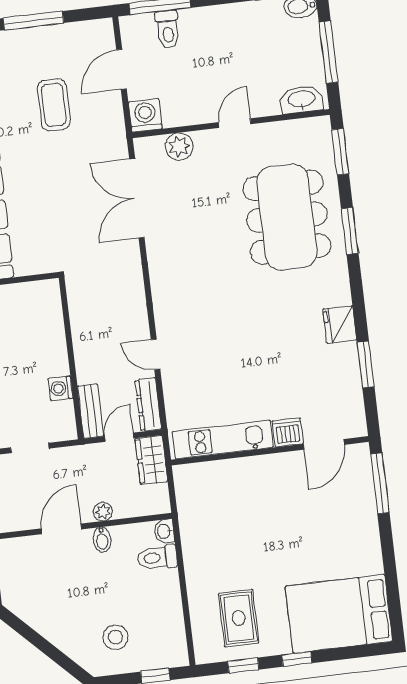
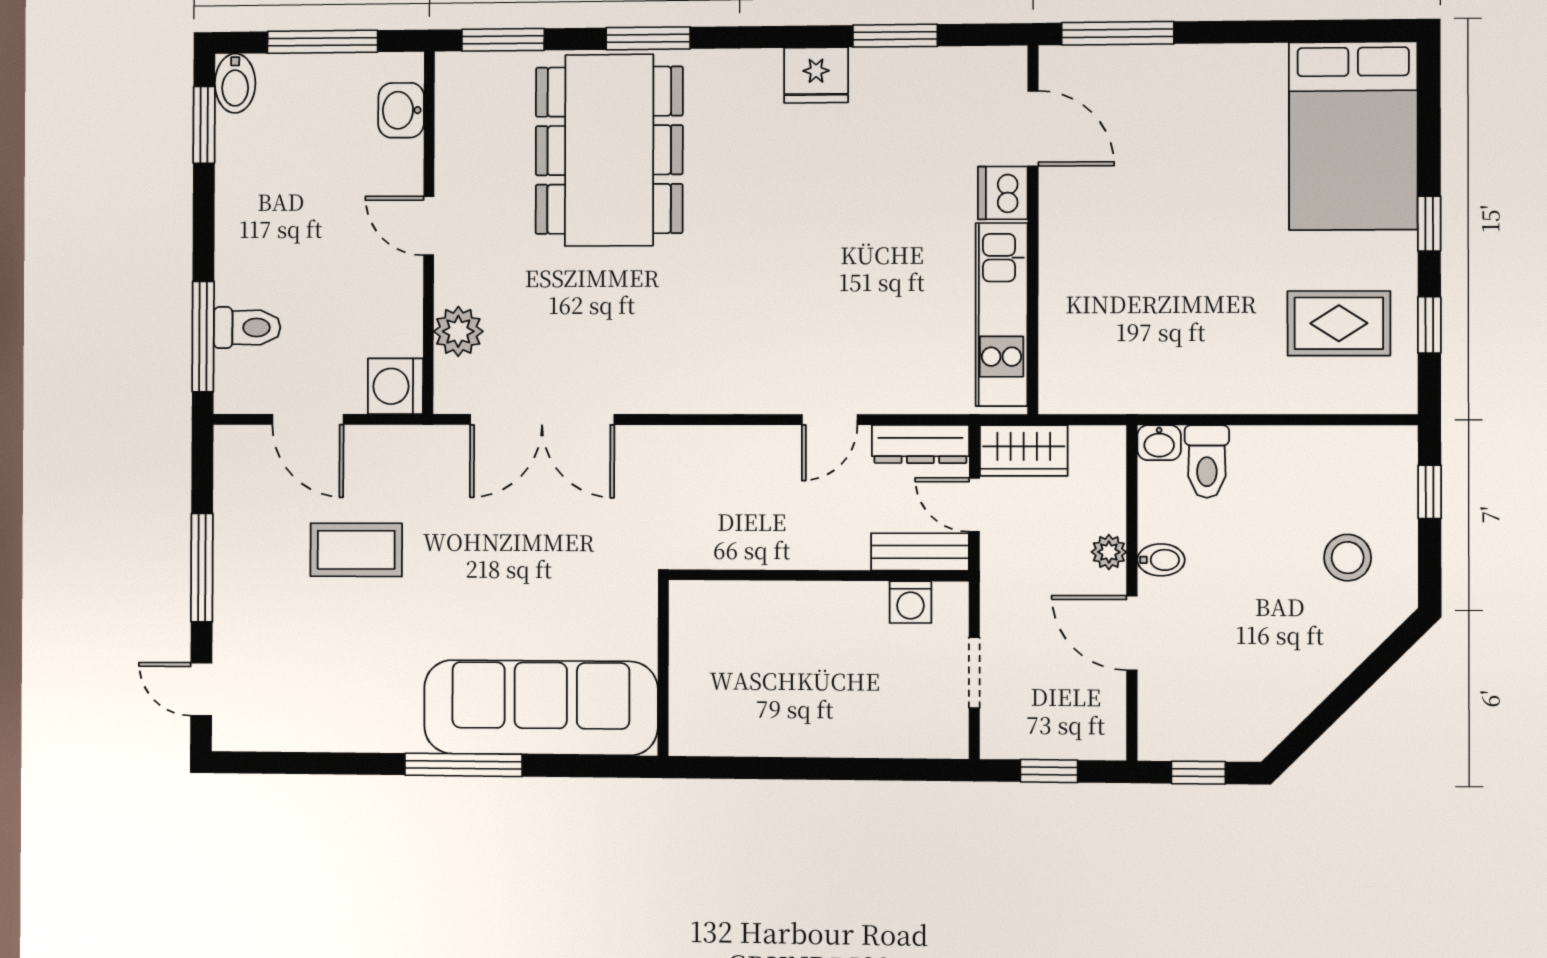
washbasin: (302, 100) -> (401, 110), width x0.72
dining table: (287, 217) -> (609, 150), turned 90
washing machine: (61, 388) -> (910, 602), moved

